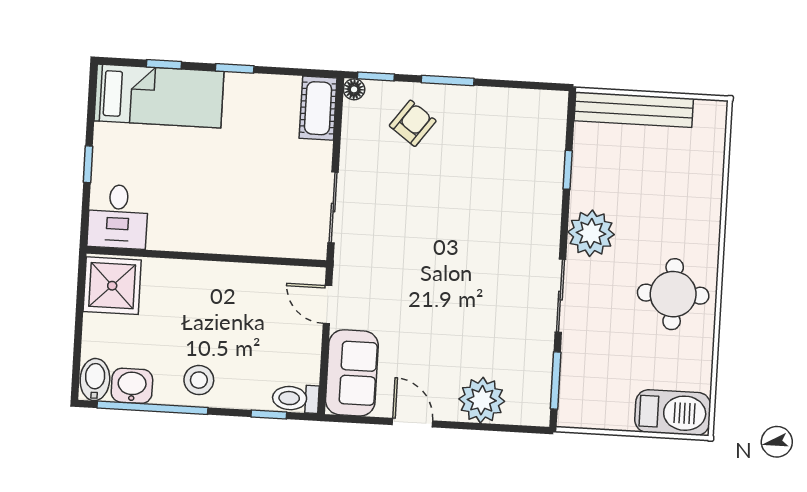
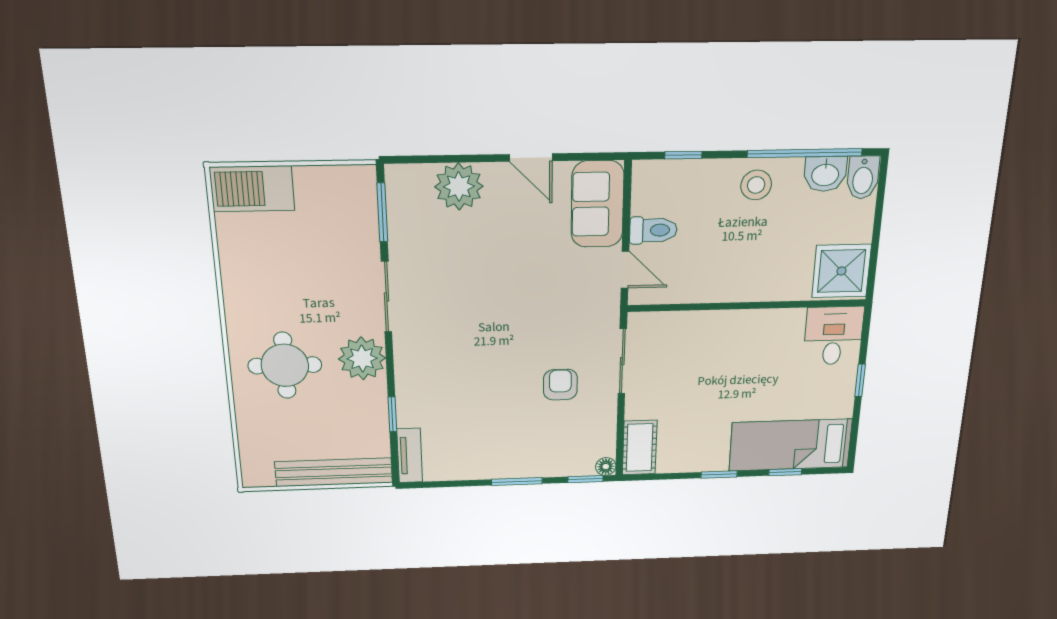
tv unit: (555, 122) -> (410, 455), added
armchair: (413, 123) -> (560, 385), moved, turned 144
round table: (673, 294) -> (285, 365), moved
toilet: (296, 398) -> (653, 230), moved

